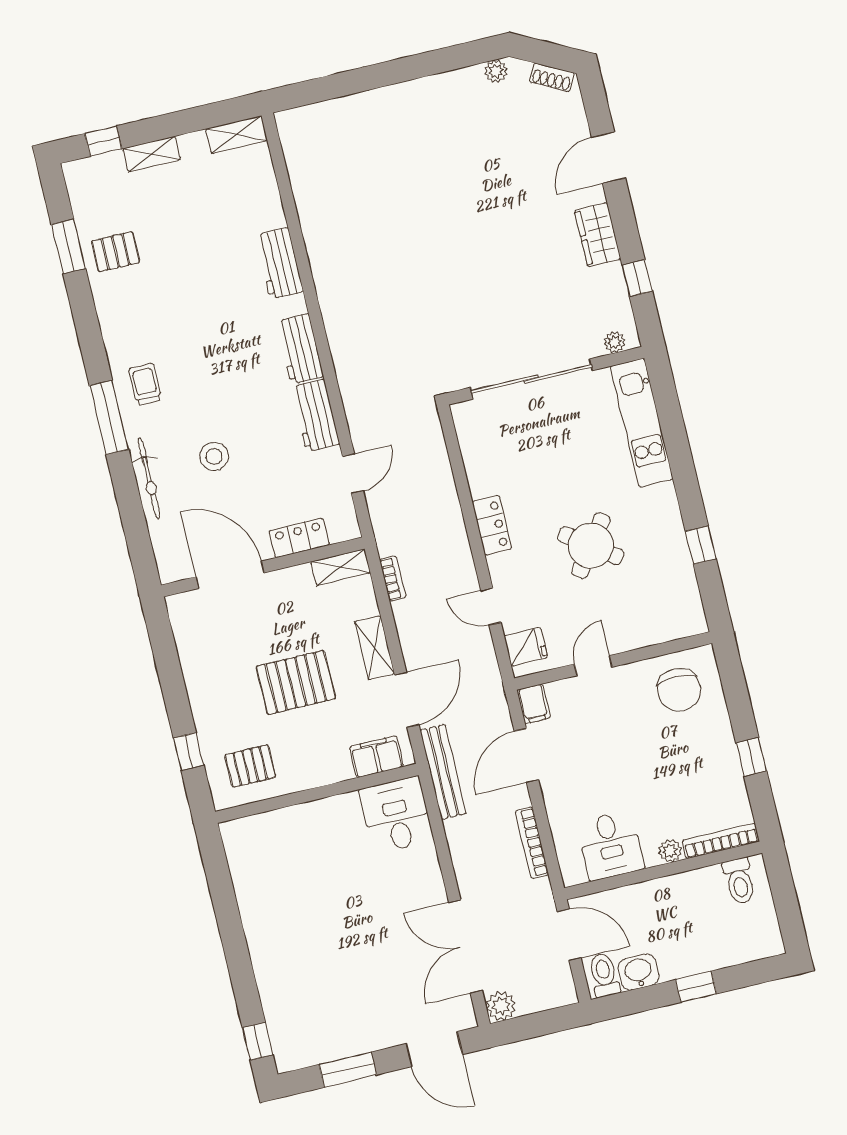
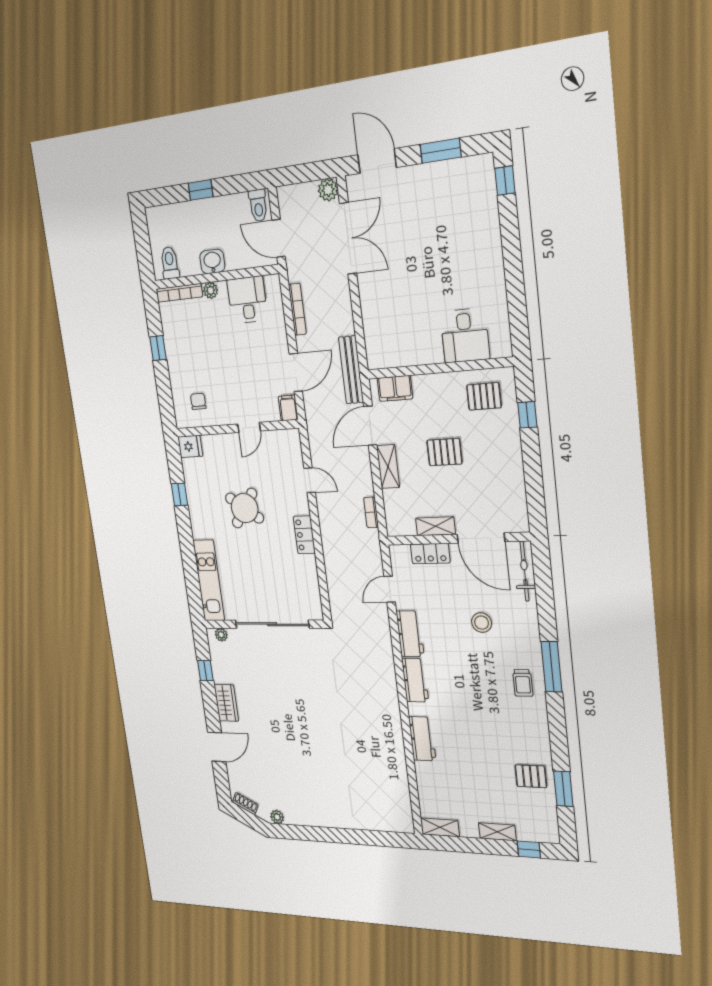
bicycle: (149, 478) -> (525, 571), moved
shelving: (341, 567) -> (435, 526), moved
fridge: (526, 647) -> (190, 446), moved, turned 180
pallet: (296, 682) -> (444, 452), width x0.67, depth x0.71
chair: (679, 690) -> (198, 401), width x0.54, depth x0.54
desk: (396, 815) -> (465, 336), moved
washbasin: (639, 972) -> (212, 262), moved, turned 180

